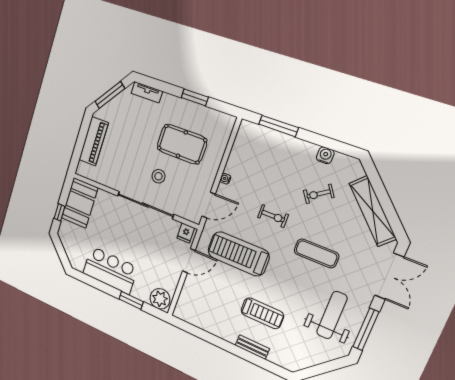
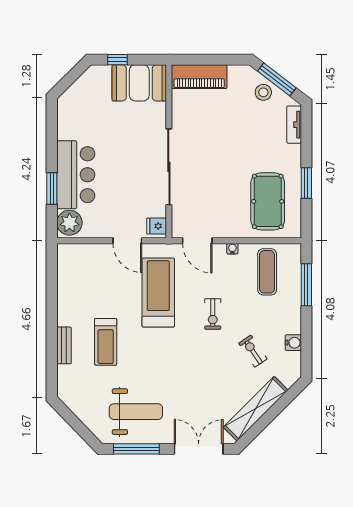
piano: (94, 141) -> (199, 77), moved
pool table: (182, 144) -> (268, 201), moved
stool: (158, 176) -> (263, 92), moved
exercise mat: (316, 253) -> (267, 272), moved
bar counter: (110, 270) -> (76, 175), moved
double door: (389, 276) -> (199, 449), swing flipped

